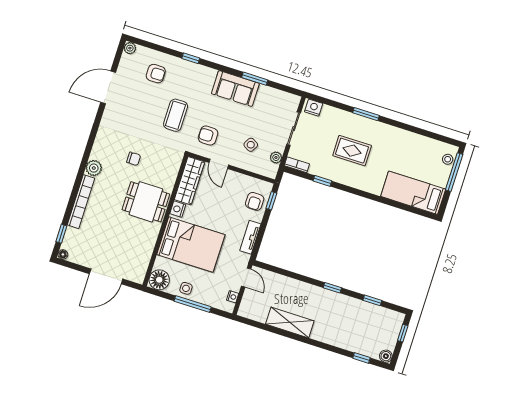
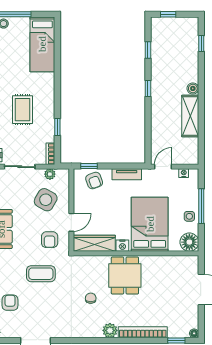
side table: (251, 145) -> (46, 200), width x1.87, depth x1.87
armchair: (255, 201) -> (94, 181), turned 70
boiler: (386, 356) -> (193, 88), moved

